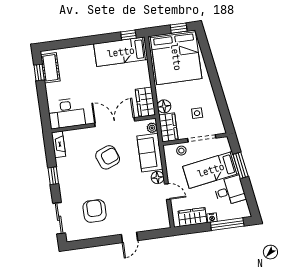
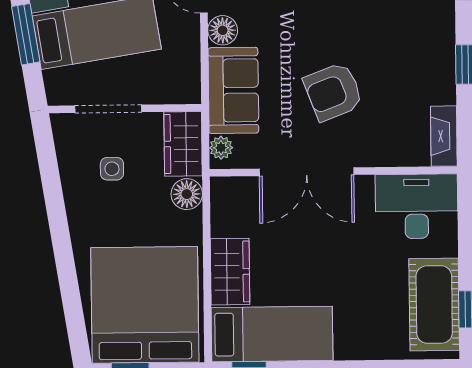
cot: (50, 68) -> (434, 305), width x1.37, depth x1.34
wardrobe: (145, 102) -> (230, 272), moved
stool: (181, 151) -> (159, 86), removed

